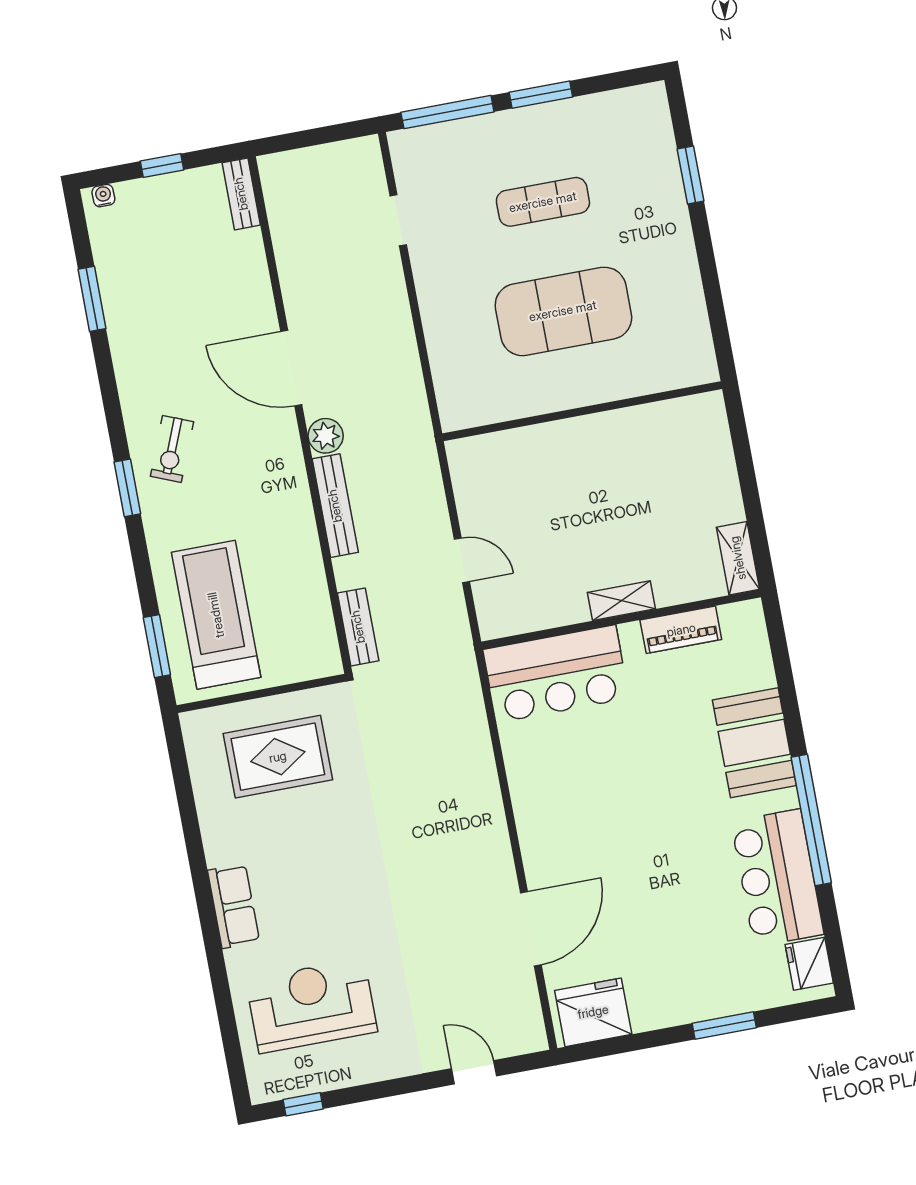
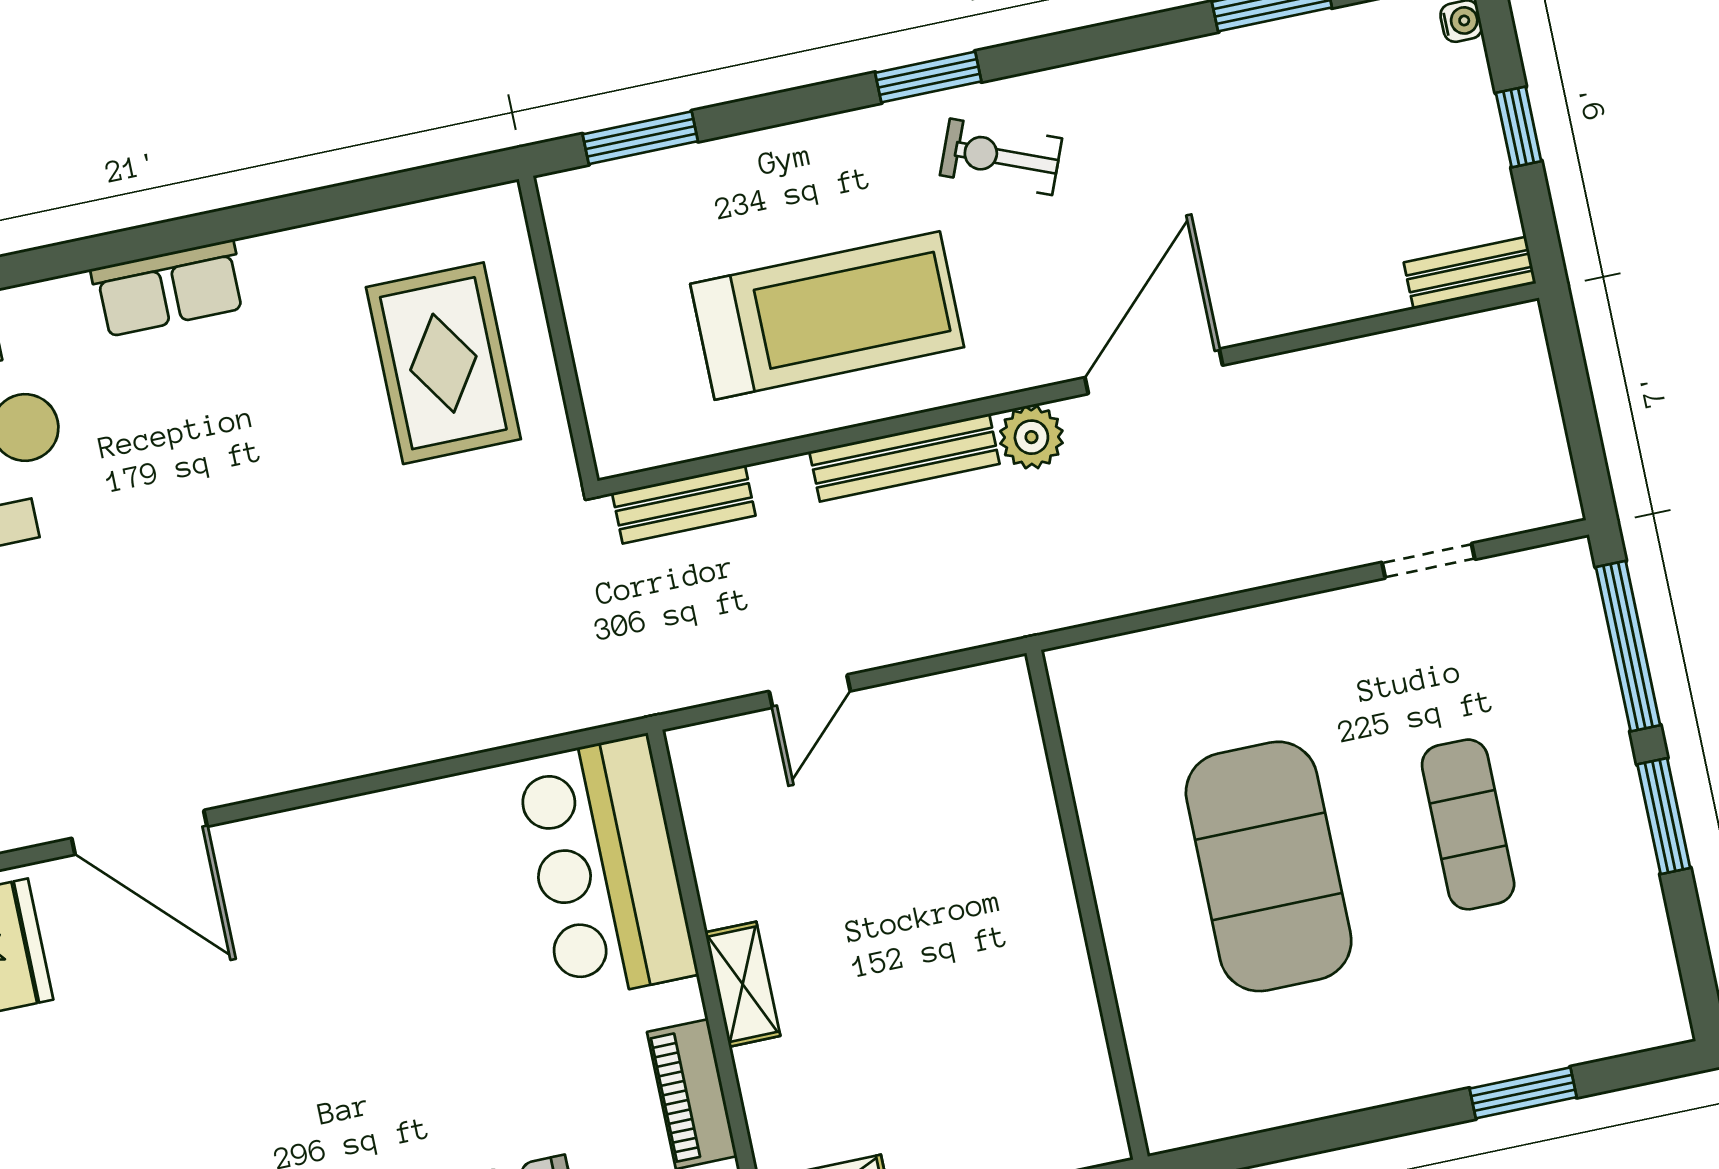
treadmill: (216, 615) -> (827, 316), moved

